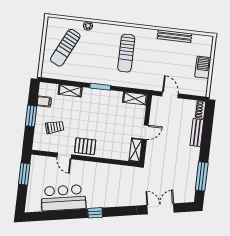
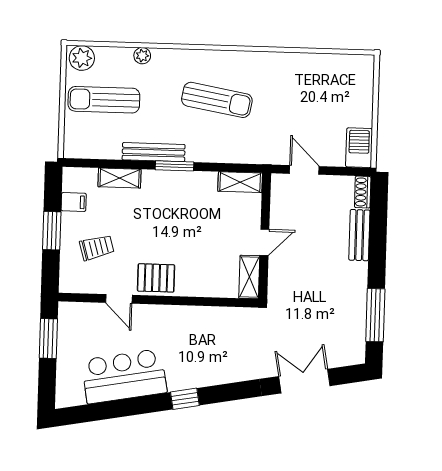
plant: (55, 24) -> (82, 58), added
bench: (174, 36) -> (154, 152), moved
sun lounger: (65, 48) -> (104, 100), turned 64
sun lounger: (126, 53) -> (217, 100), turned -80
barbecue: (203, 67) -> (359, 148), moved

